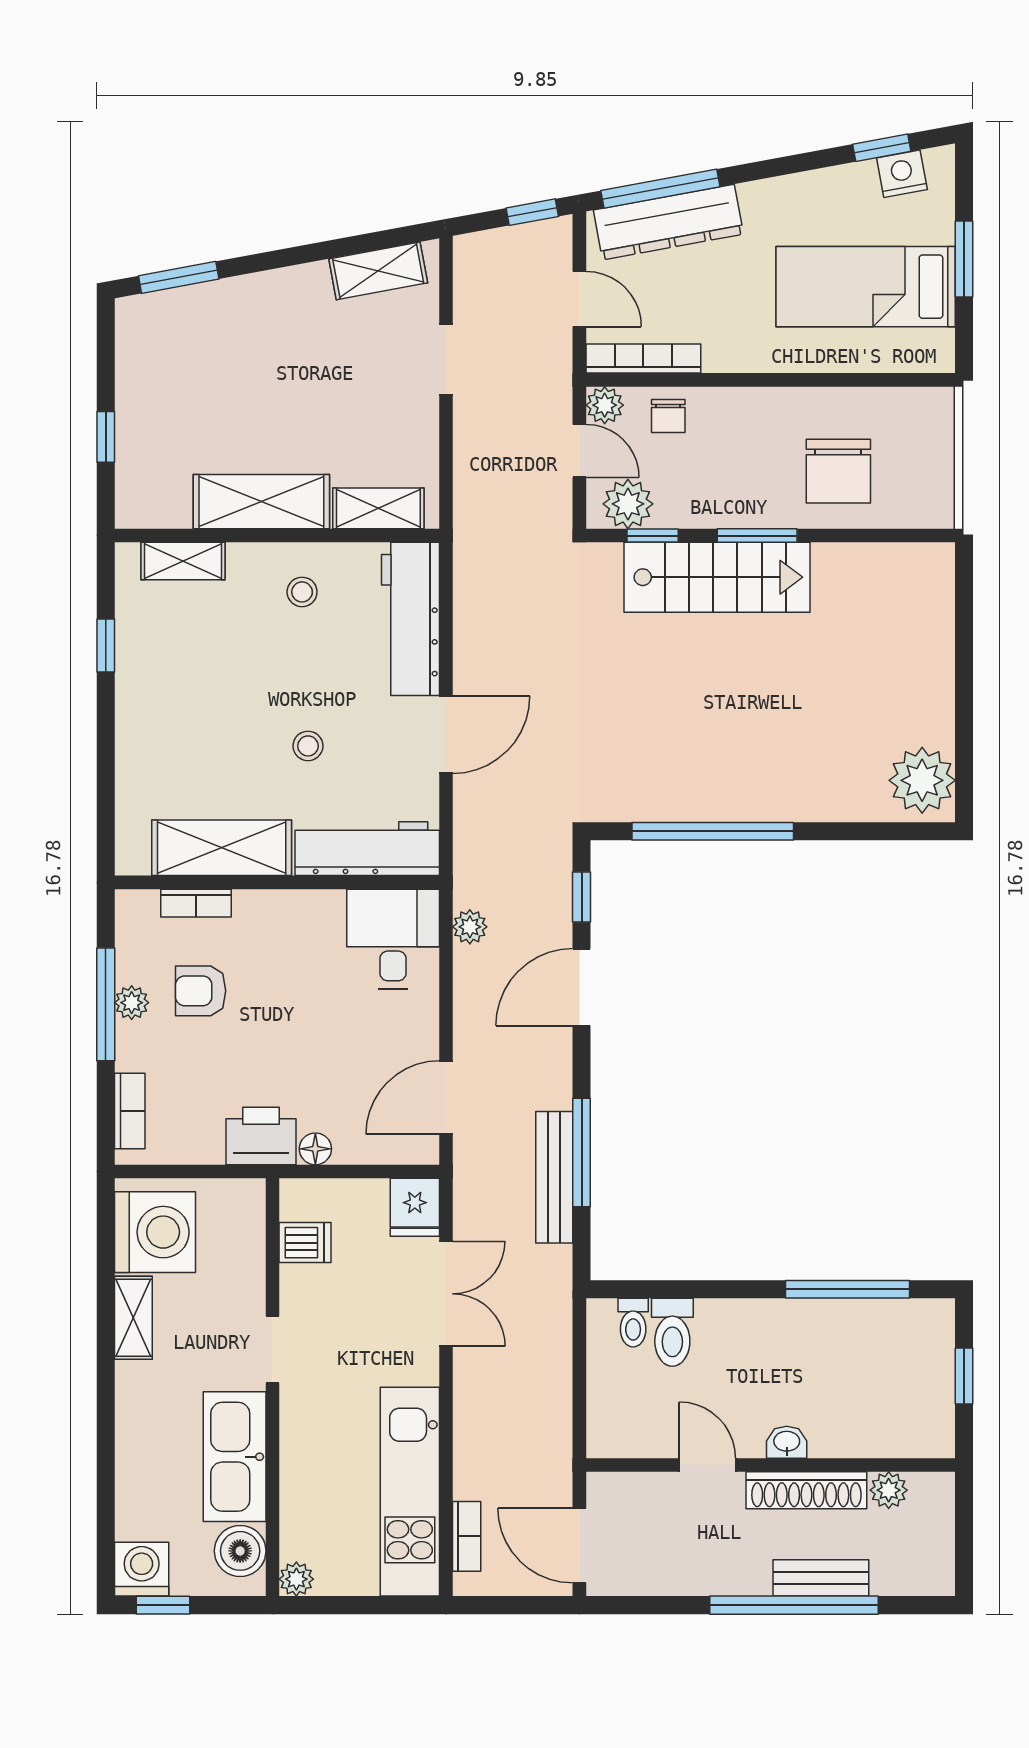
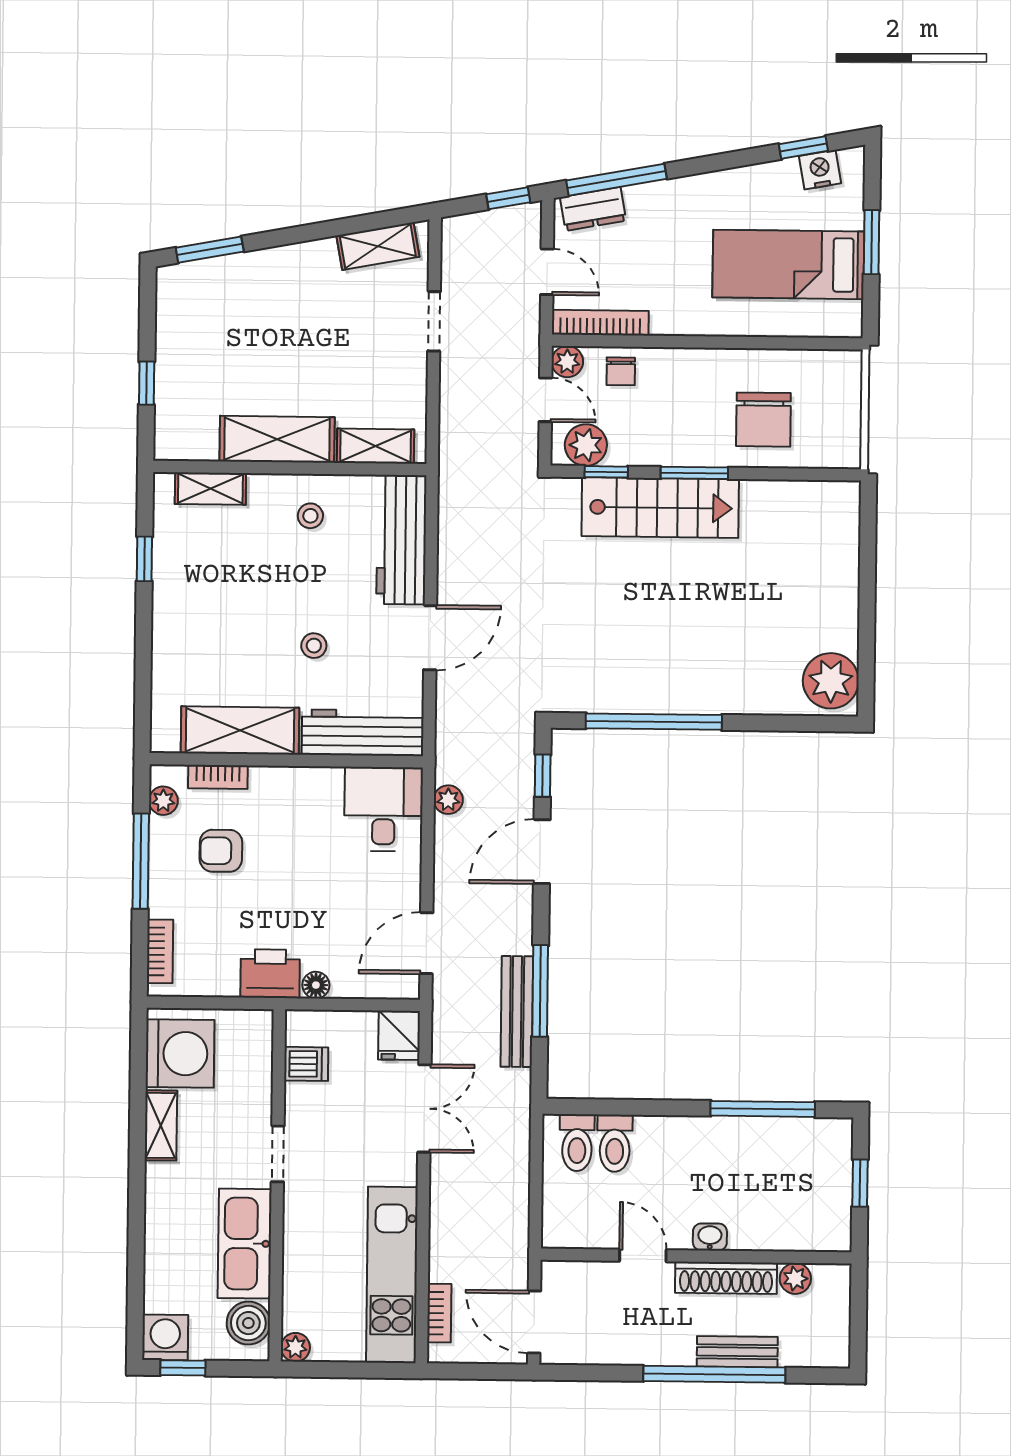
dresser: (668, 222) -> (593, 209), width x0.51, depth x0.80
plant: (132, 1003) -> (163, 801), moved
toilet: (633, 1323) -> (577, 1143), width x1.37, depth x1.39

